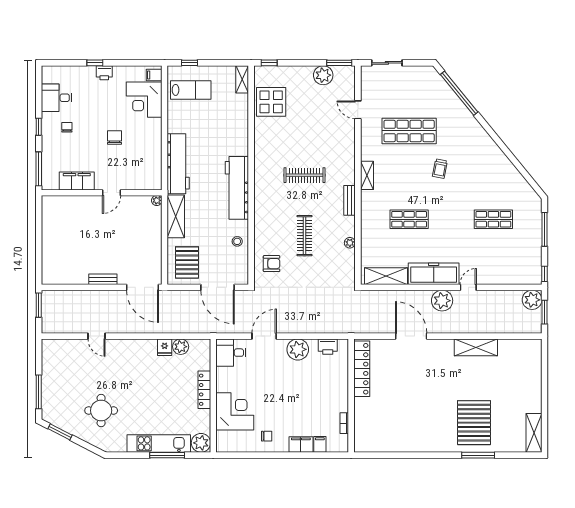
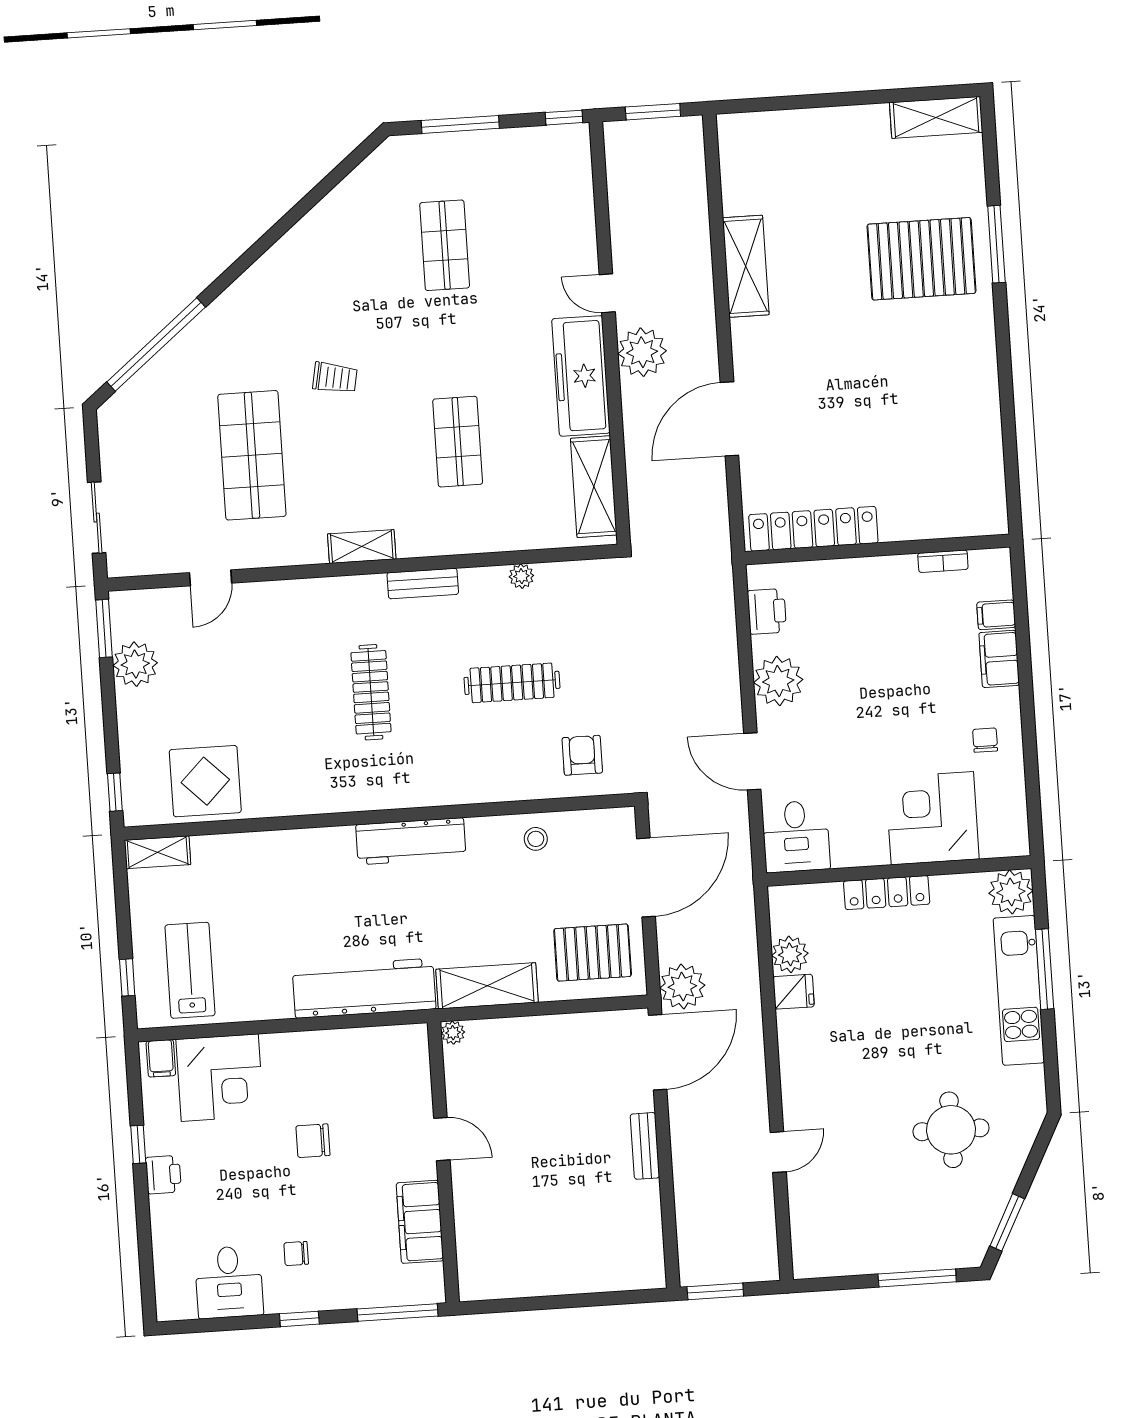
window: (95, 63) -> (138, 1144), moved
workbench: (237, 188) -> (411, 841), width x0.73, depth x0.76
plant: (532, 300) -> (682, 987), moved

